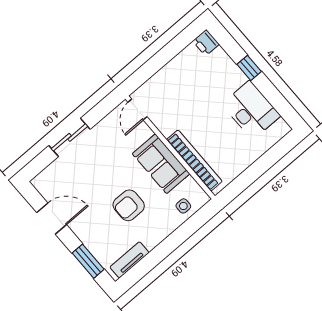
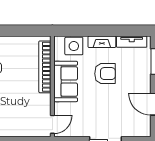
side table: (183, 206) -> (74, 46), width x1.87, depth x1.87
fireplace: (159, 234) -> (102, 42), added

